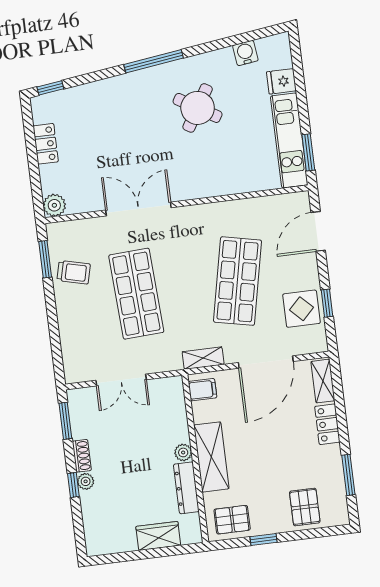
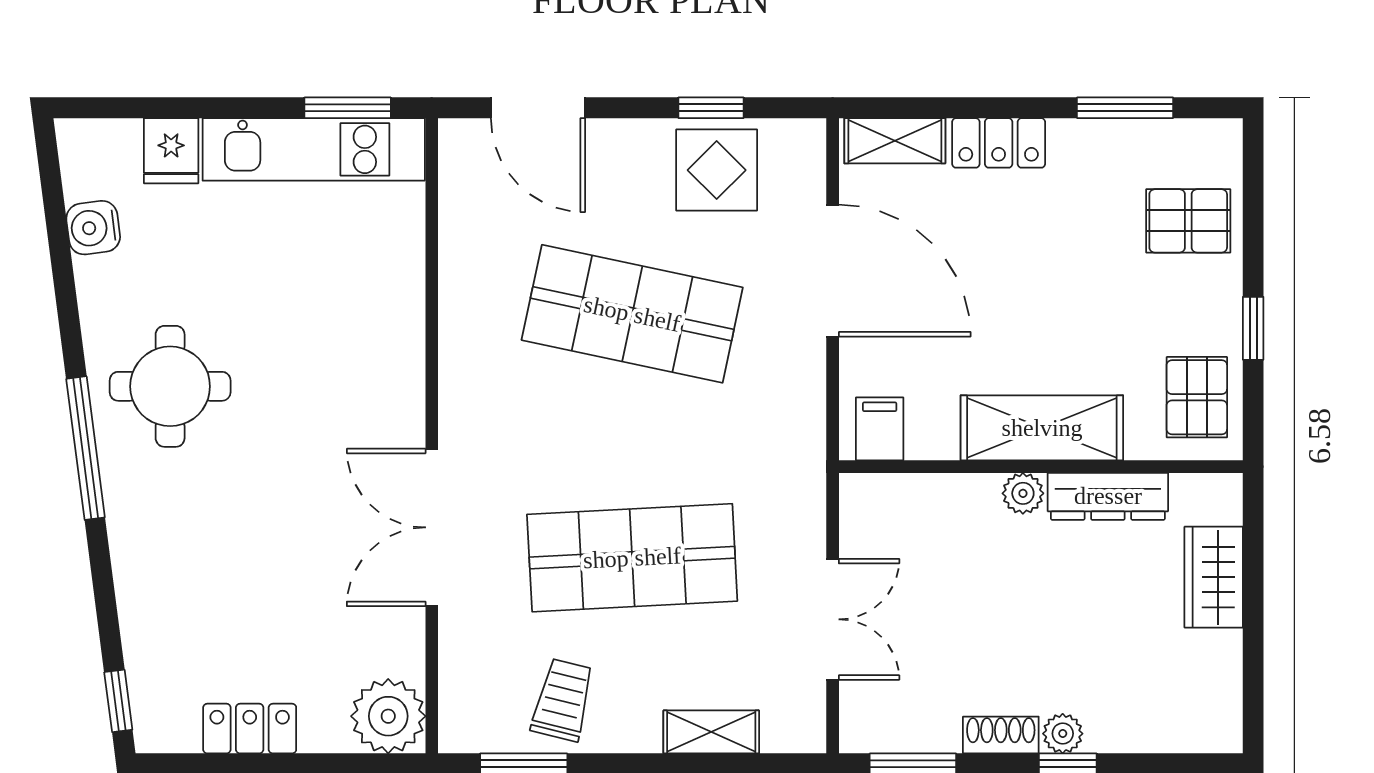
round table: (198, 108) -> (170, 386), moved, turned -31
plant: (54, 205) -> (388, 716), width x1.36, depth x1.36
shelving: (203, 358) -> (711, 732), moved, turned 90

